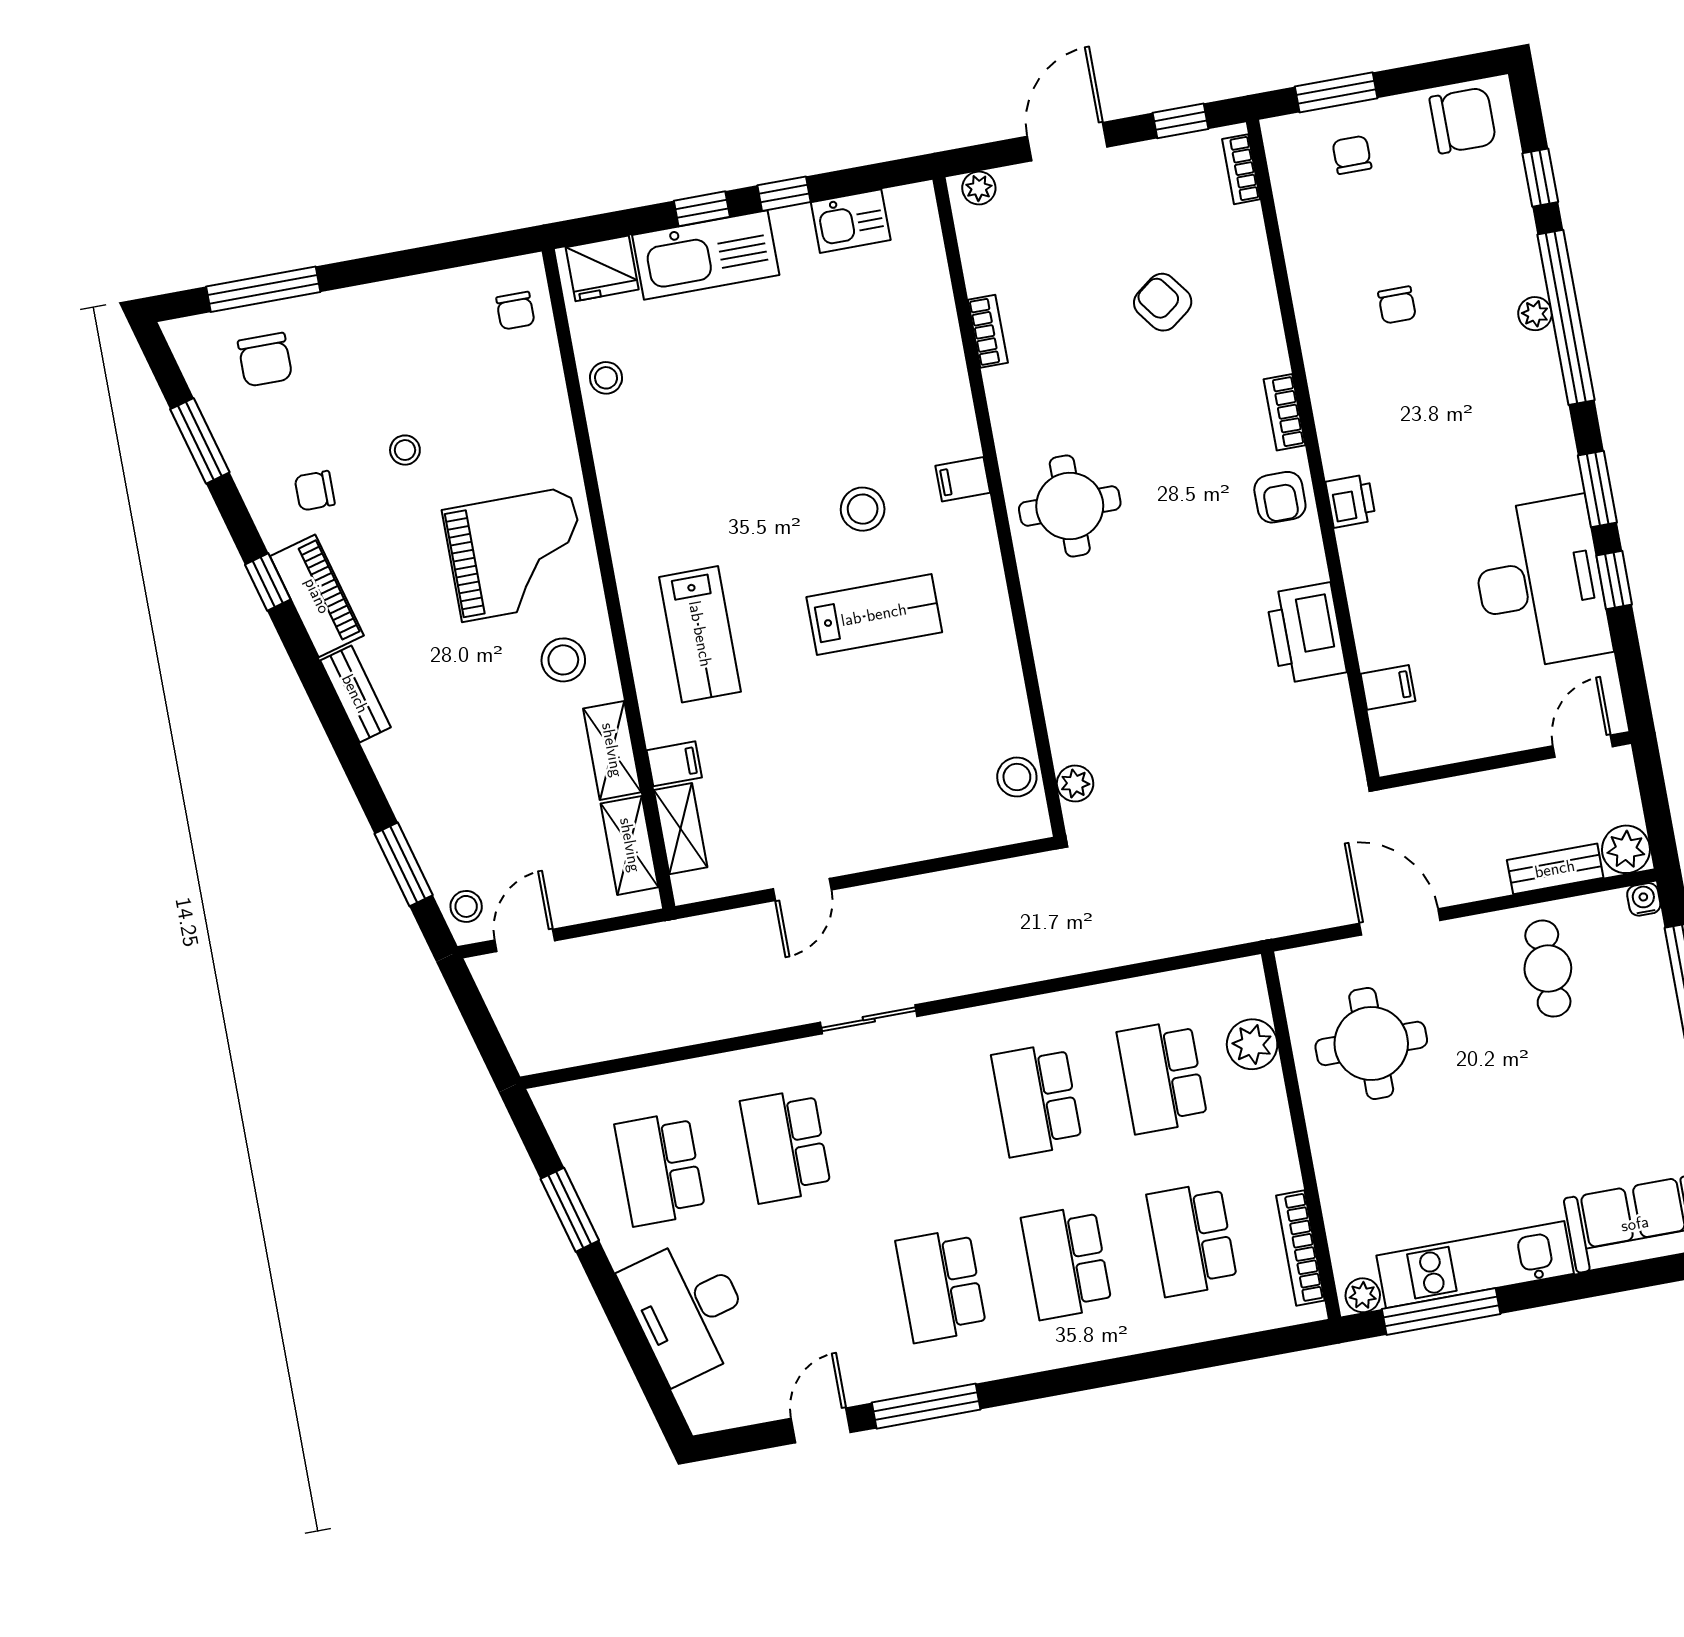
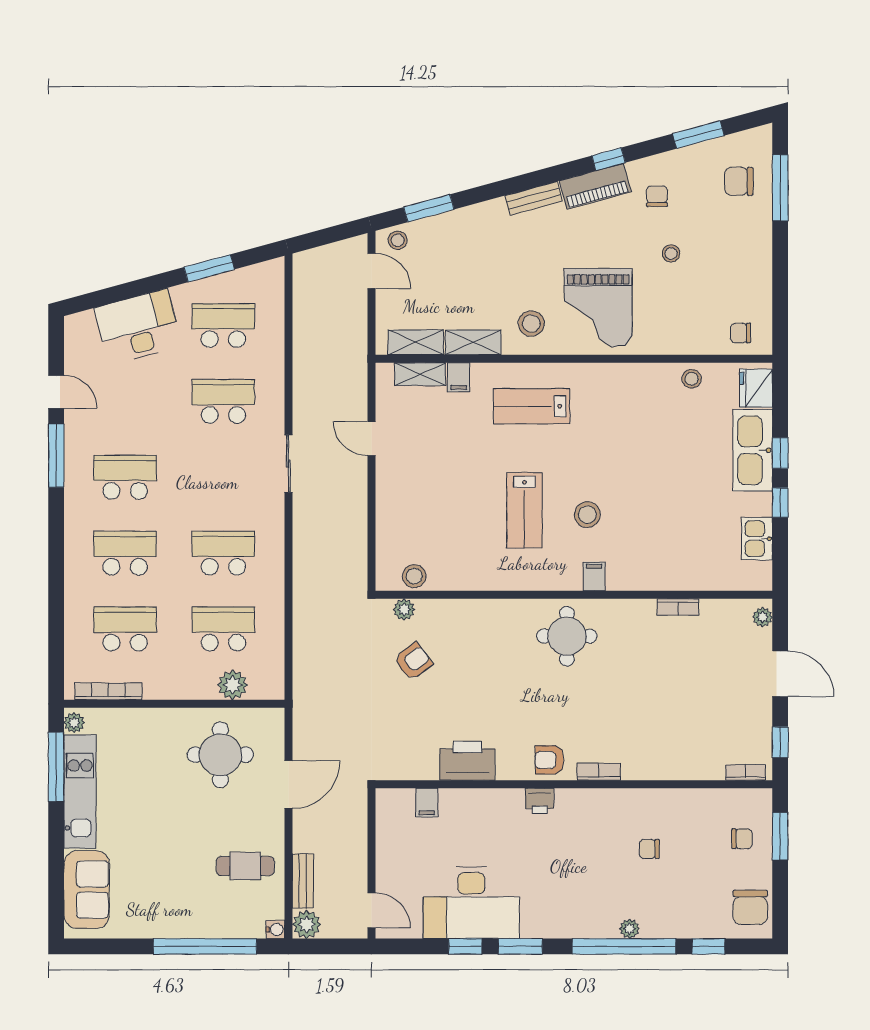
armchair: (1163, 302) -> (413, 661), moved

